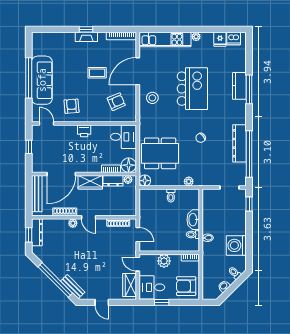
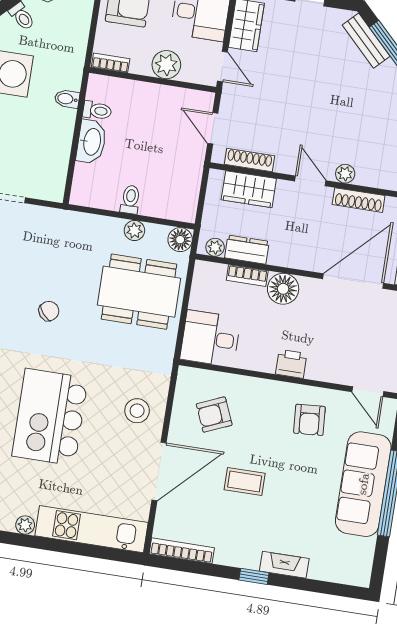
fireplace: (86, 37) -> (284, 565), moved
floor lamp: (129, 165) -> (283, 289), moved
plant: (189, 181) -> (134, 231), moved
wardrobe: (90, 182) -> (249, 189), moved, turned 180

